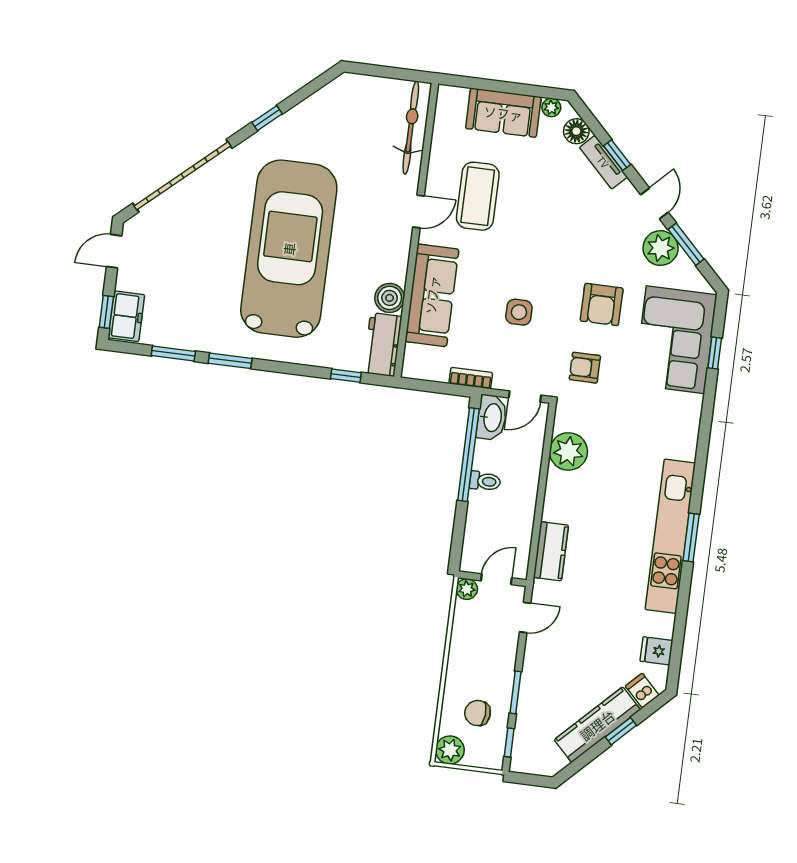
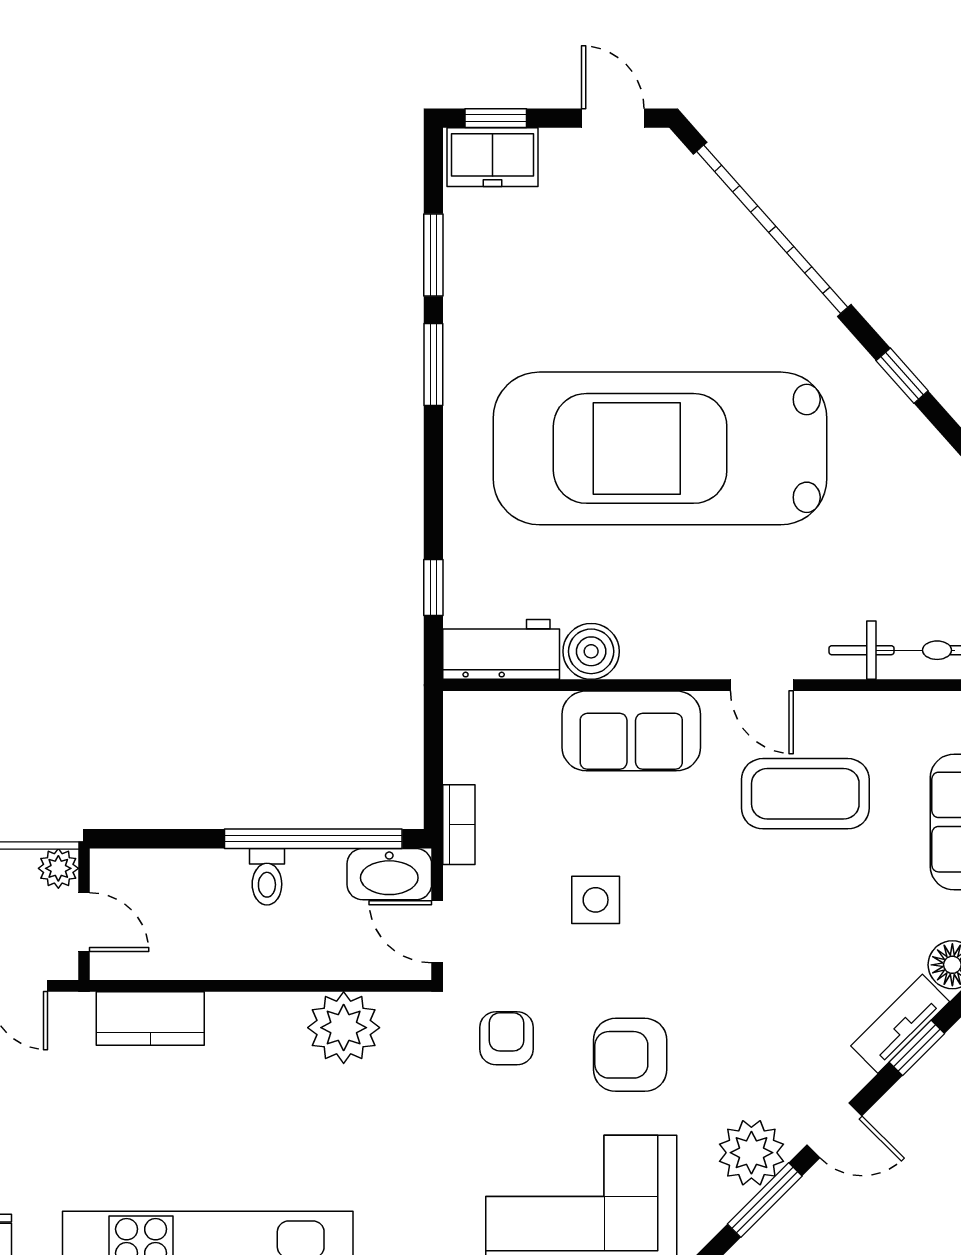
car: (289, 249) -> (660, 448), turned 180
sofa: (432, 295) -> (631, 731), width x0.73

